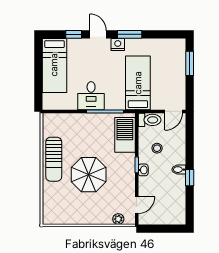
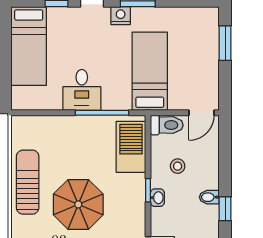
sun lounger: (54, 159) -> (28, 182), turned 180

